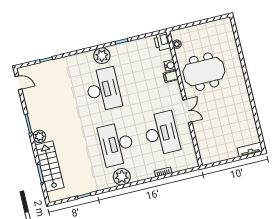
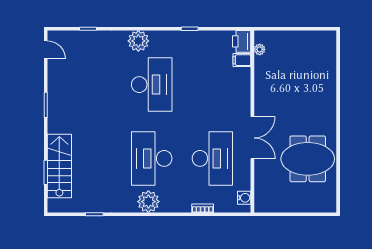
plant: (102, 56) -> (138, 41), moved
water cooler: (170, 65) -> (244, 198), moved
meeting table: (204, 72) -> (308, 159), moved
filing cabinet: (171, 76) -> (242, 60), moved
double door: (187, 111) -> (252, 138), width x1.37
plant: (39, 136) -> (56, 125), removed
tv unit: (250, 150) -> (320, 206), removed

